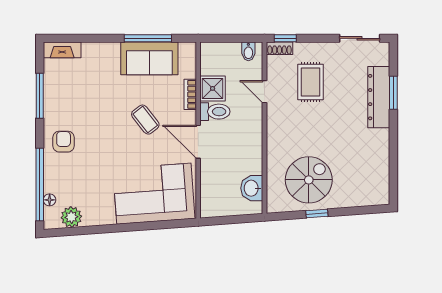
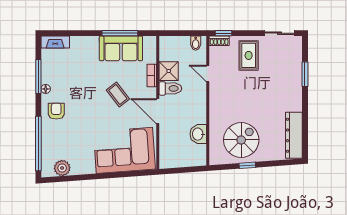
rug: (311, 82) -> (249, 55), moved
dresser: (379, 97) -> (294, 135), moved
washbasin: (252, 188) -> (198, 134), moved
floor lamp: (50, 200) -> (46, 89), moved

